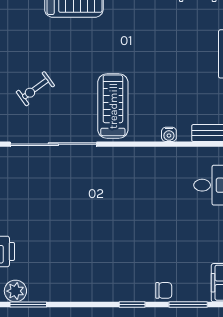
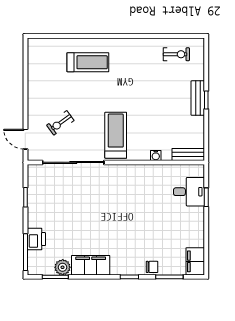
filing cabinet: (78, 288) -> (91, 265), added
plant: (15, 291) -> (63, 267), moved

